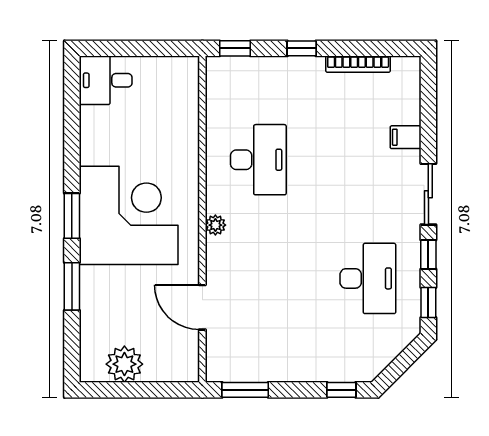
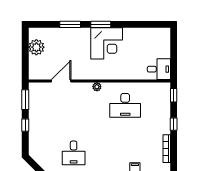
desk: (106, 80) -> (159, 69), moved, turned 90
corner desk: (129, 215) -> (107, 43), width x0.74, depth x0.74
desk: (368, 278) -> (74, 153), width x0.73
window: (341, 390) -> (25, 125), moved

